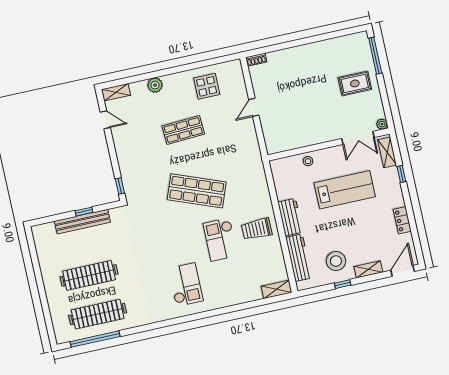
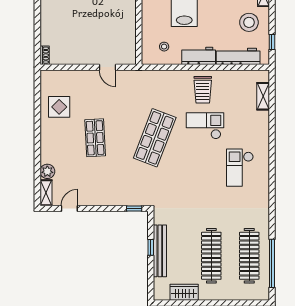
plant: (155, 85) -> (47, 171), moved
door: (254, 107) -> (108, 67), moved
stool: (308, 161) -> (164, 47), moved
checkout: (220, 239) -> (205, 126), turned 180
wardrobe: (46, 256) -> (184, 292), added
window: (343, 284) -> (272, 42), moved
checkout: (186, 285) -> (240, 168), turned -90
shelving: (277, 289) -> (263, 96), moved

